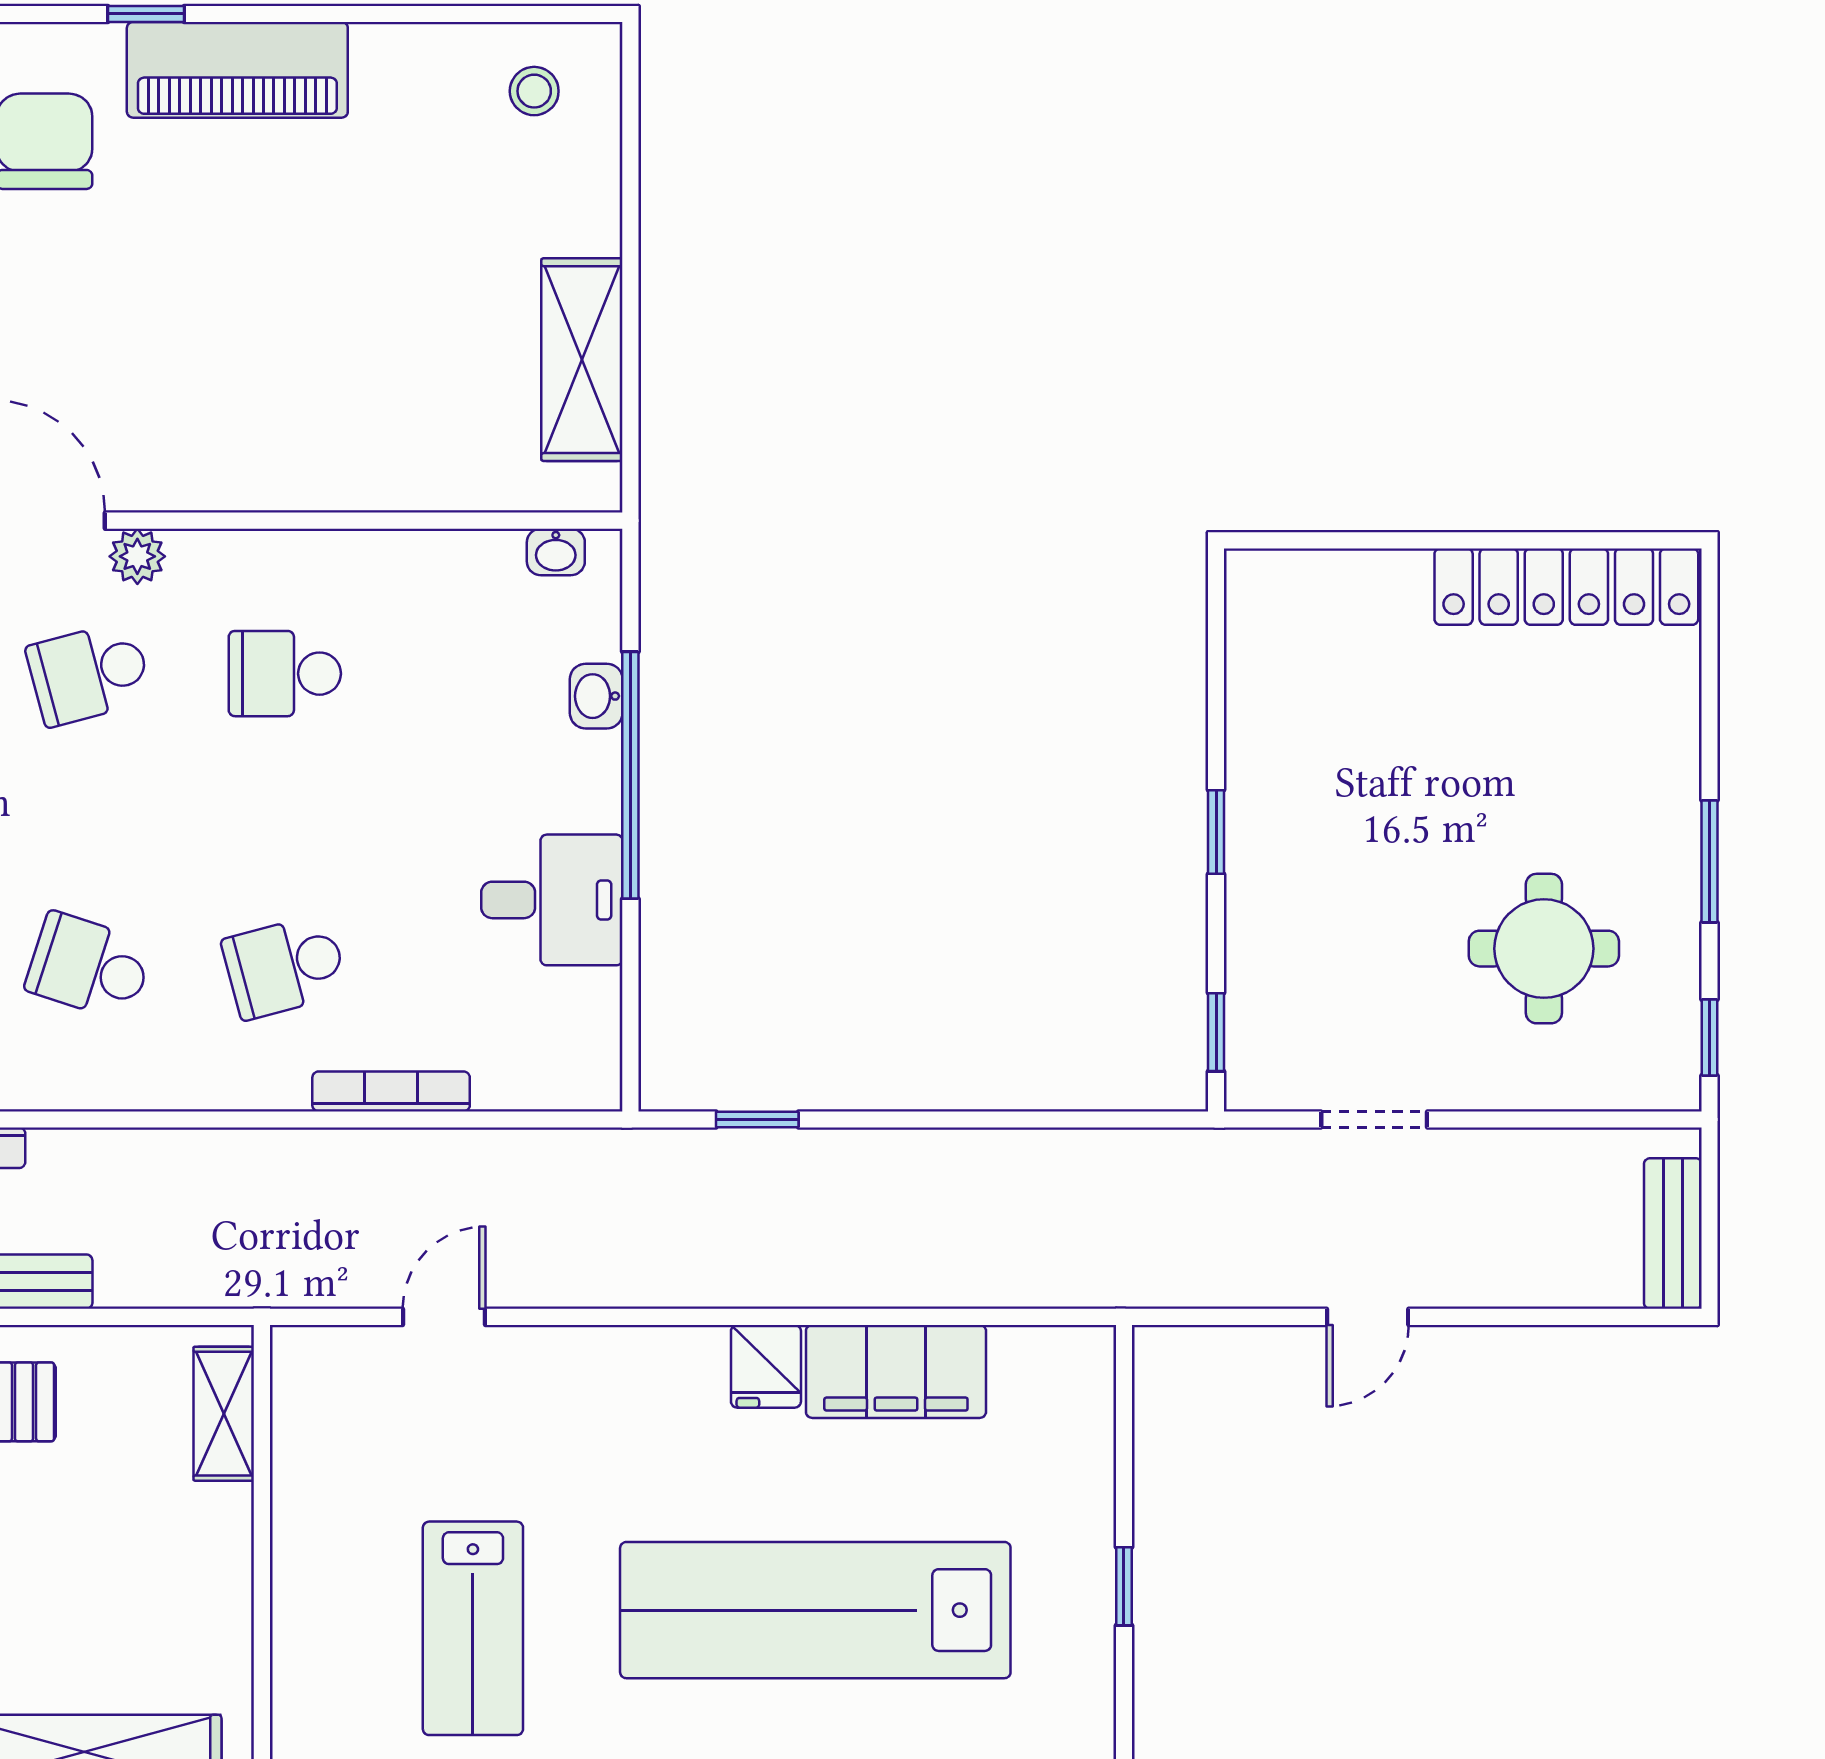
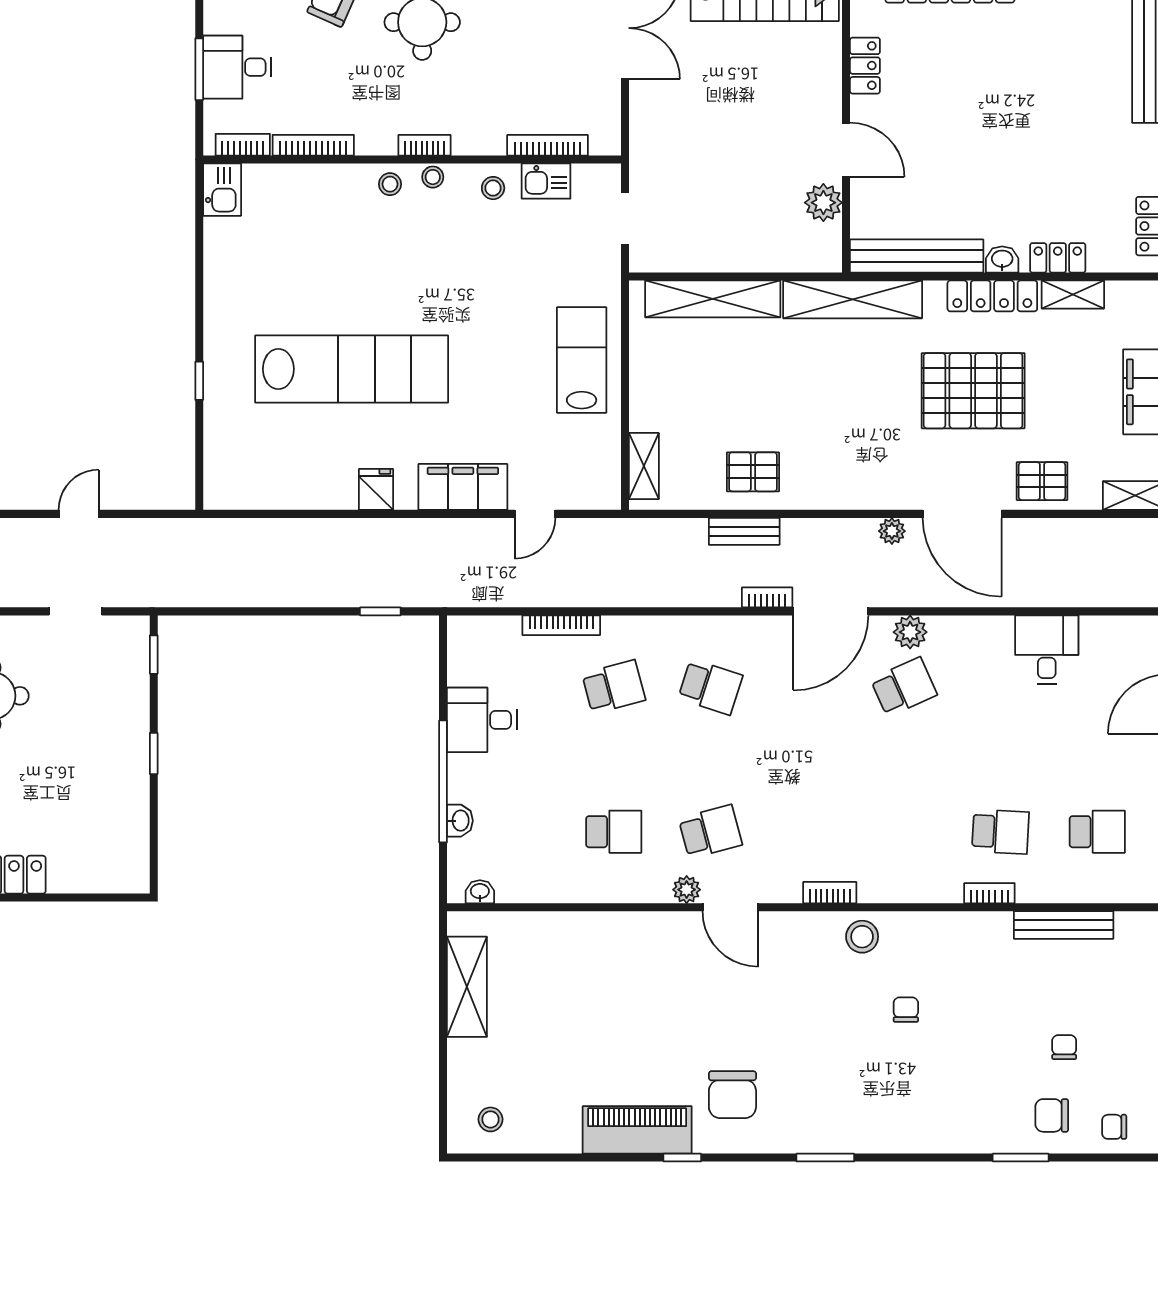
filing cabinet: (896, 1371) -> (463, 487), moved
lab bench: (473, 1628) -> (582, 360), moved

